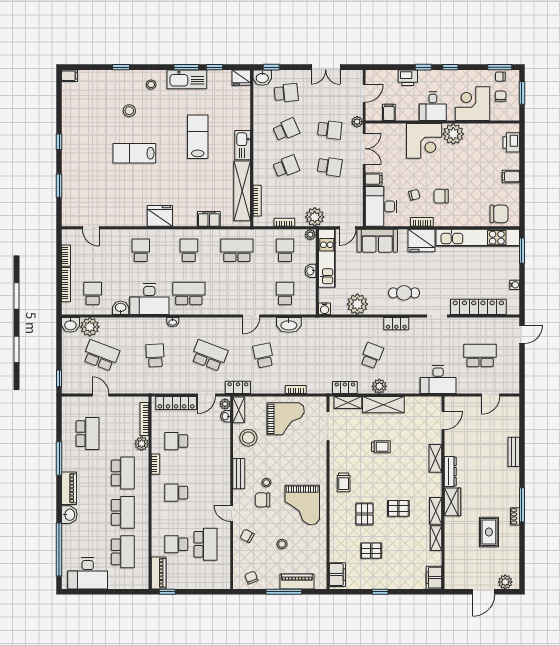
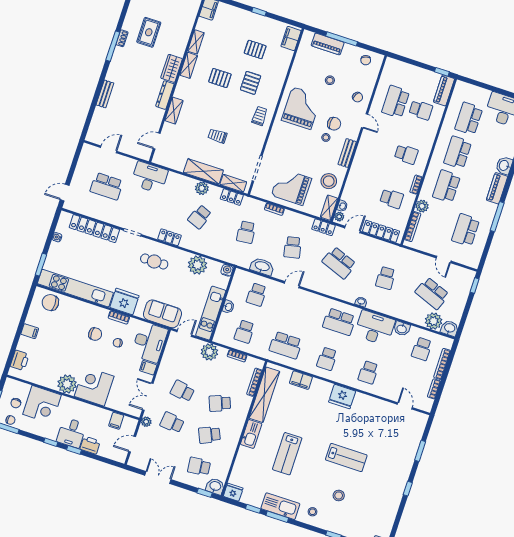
desk: (433, 106) -> (71, 433), moved, turned 180
plant: (310, 235) -> (218, 338), removed
school desk: (318, 356) -> (246, 232), added

